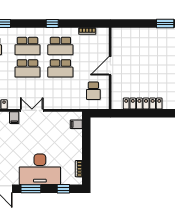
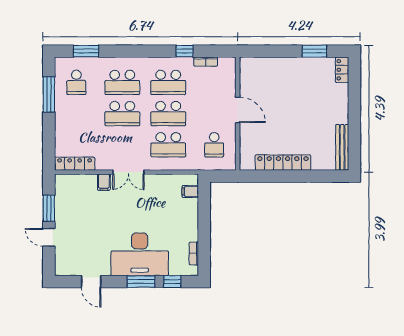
window: (52, 24) -> (184, 51), moved
door: (110, 66) -> (238, 110), swing flipped
school desk: (60, 91) -> (168, 145), added
double door: (32, 110) -> (128, 172), swing flipped
window: (31, 189) -> (141, 282), moved

